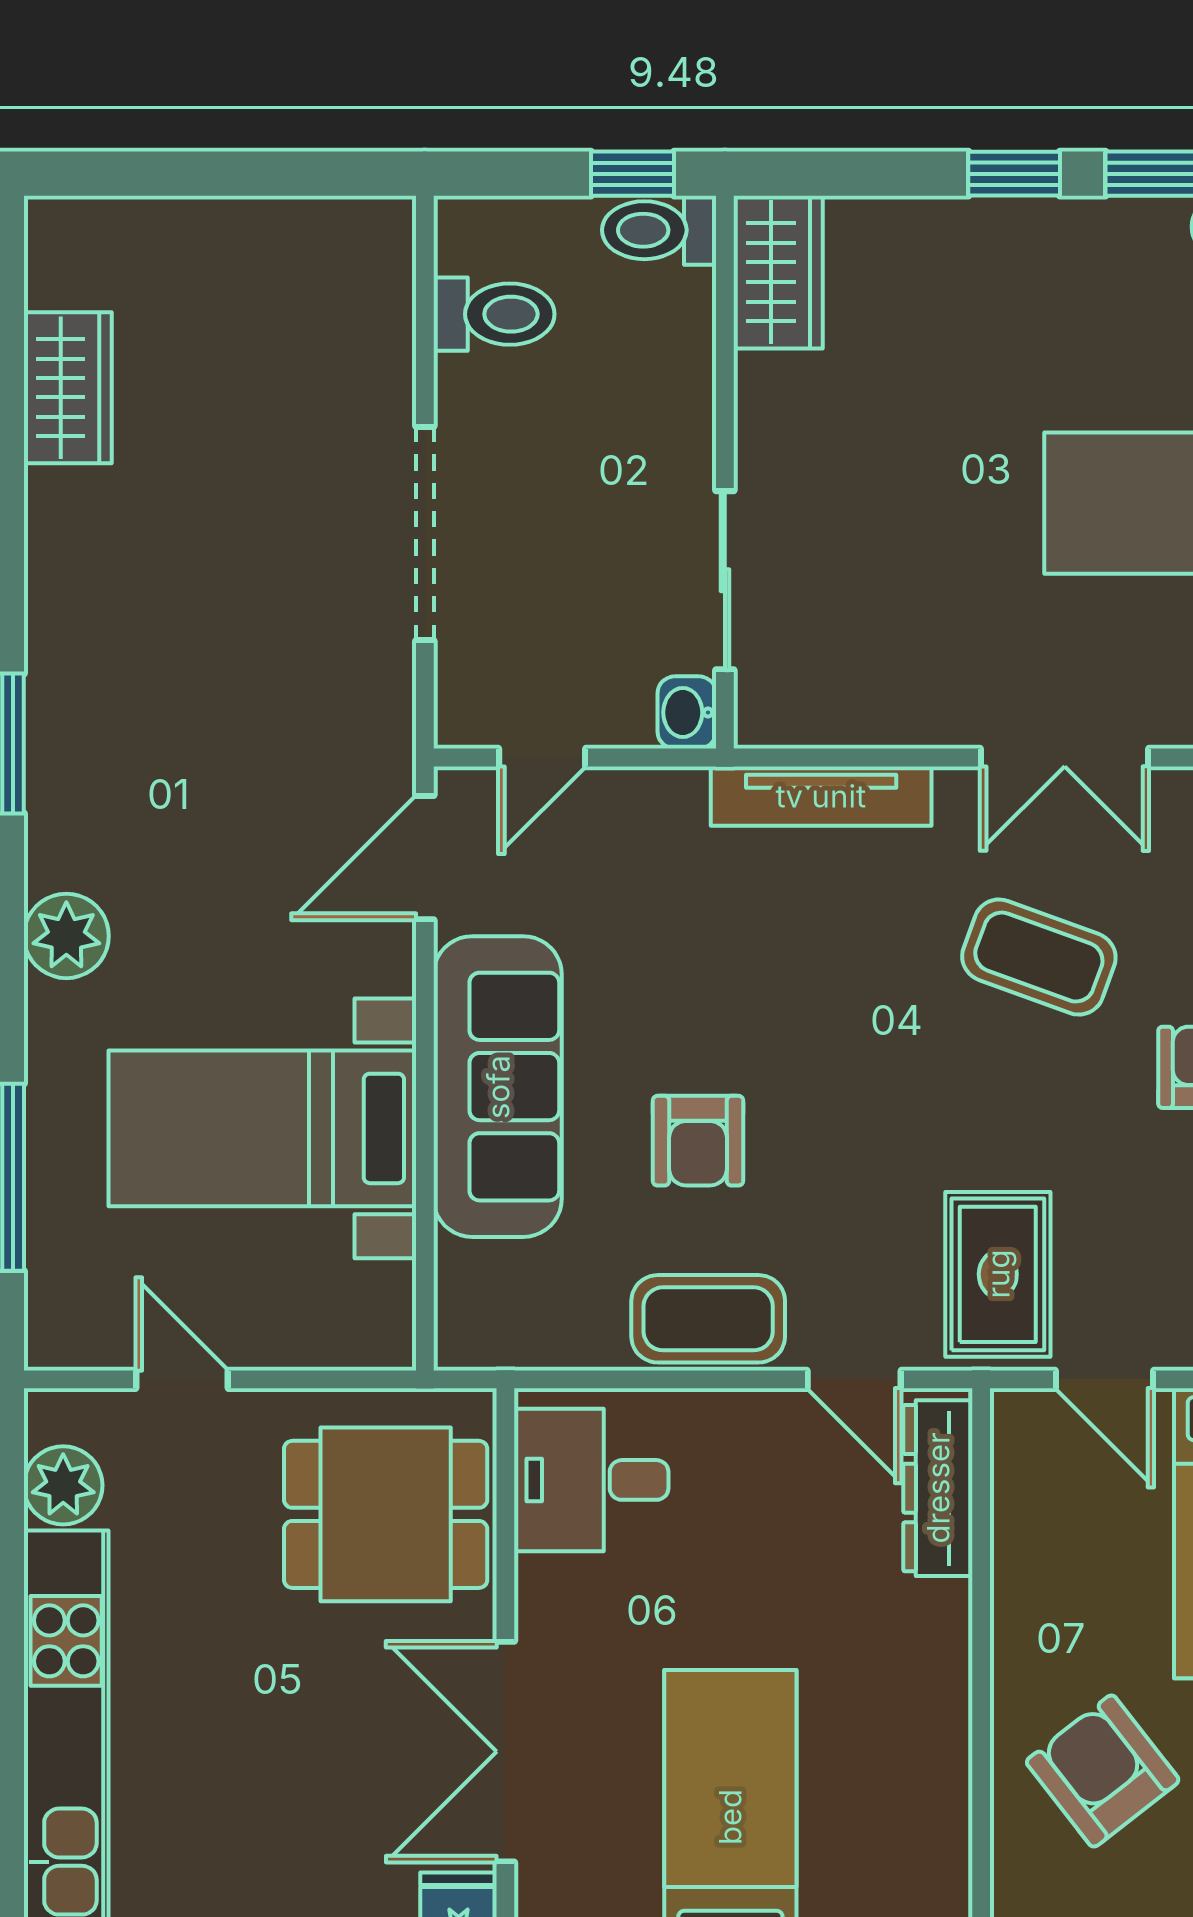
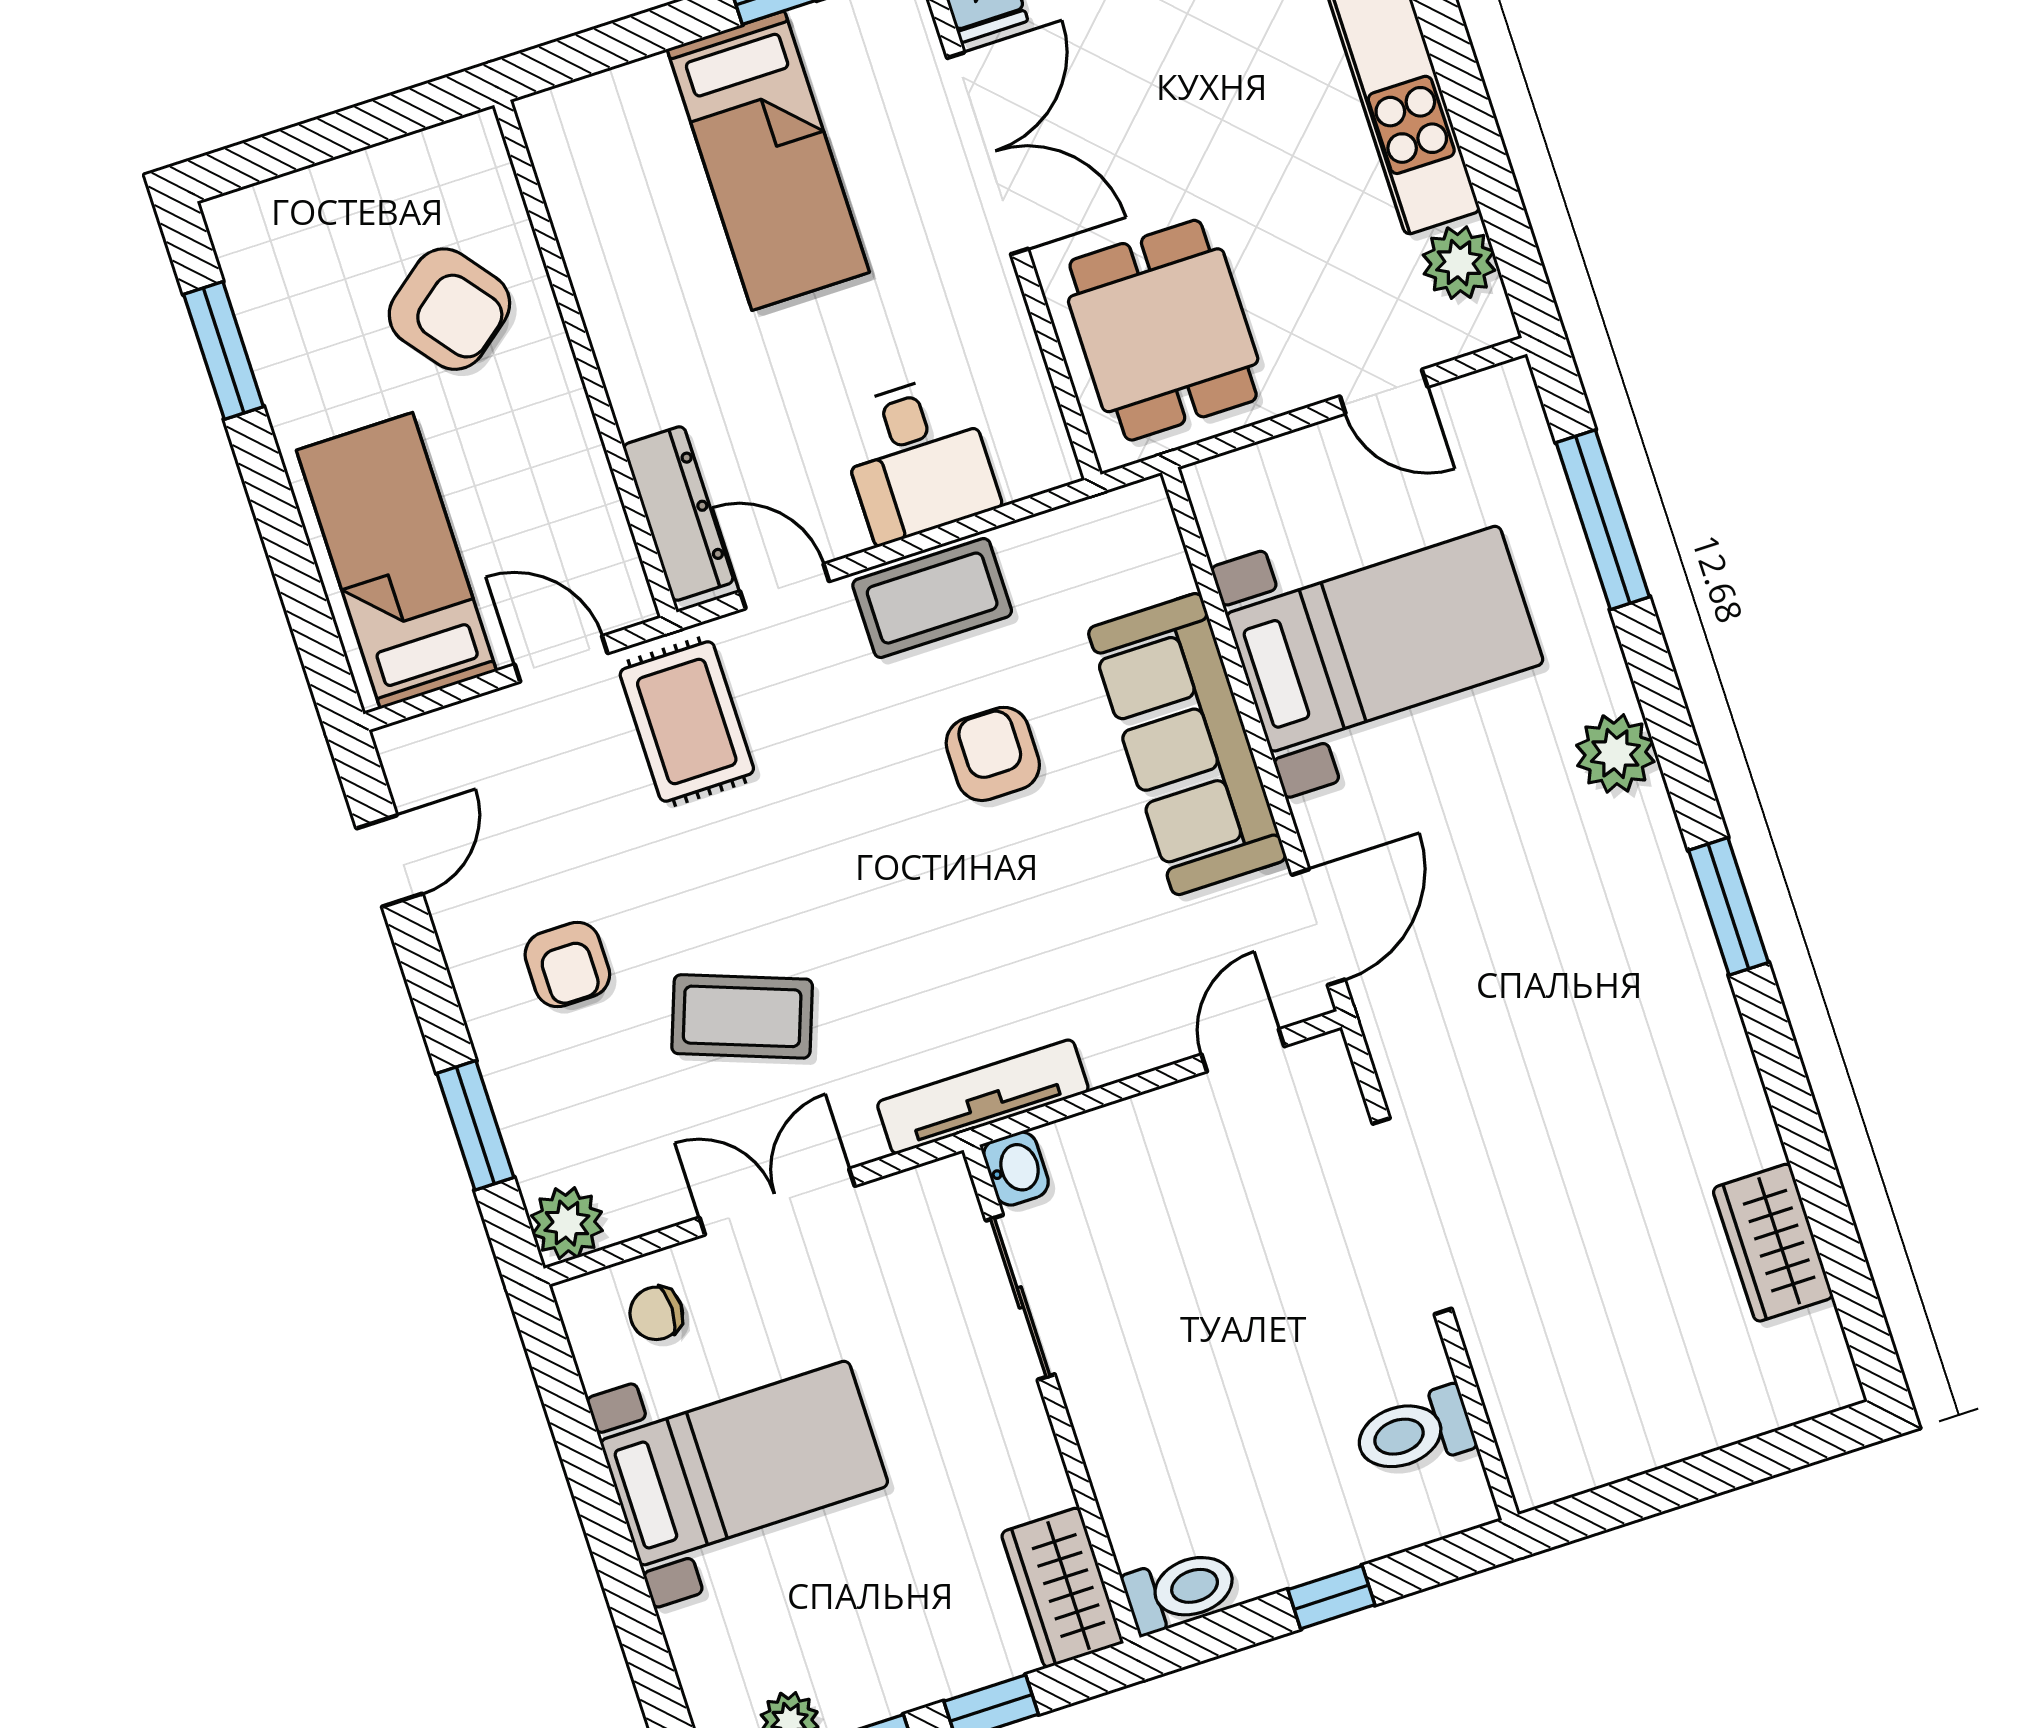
toilet: (659, 230) -> (1180, 1590), moved
wardrobe: (778, 272) -> (1062, 1588), moved
wall: (725, 472) -> (1052, 1394), moved
sliding door: (725, 580) -> (1020, 1297), moved
washbasin: (687, 712) -> (1016, 1169), moved
desk: (591, 1480) -> (917, 458), moved, turned 90
dining table: (386, 1514) -> (1163, 330), turned 90

